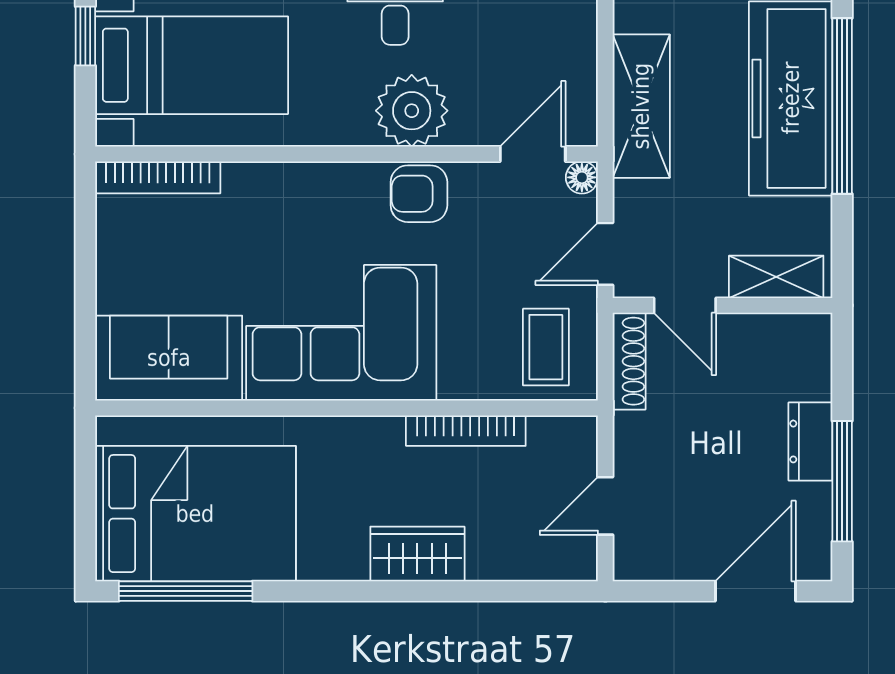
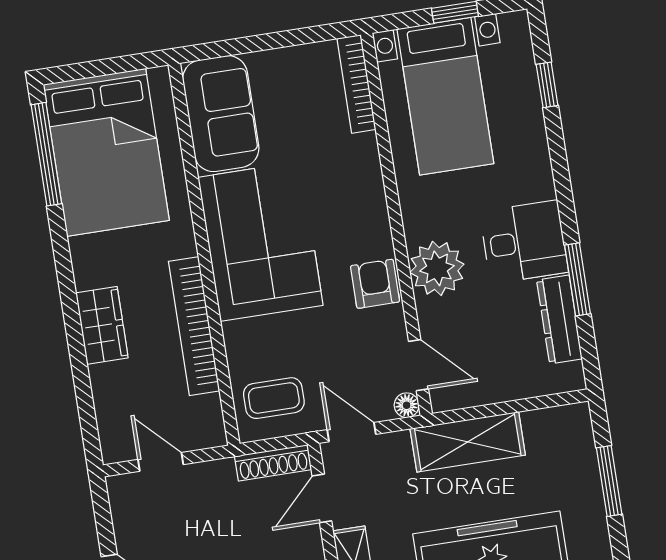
bookcase: (466, 431) -> (194, 326), width x1.48, depth x1.31

